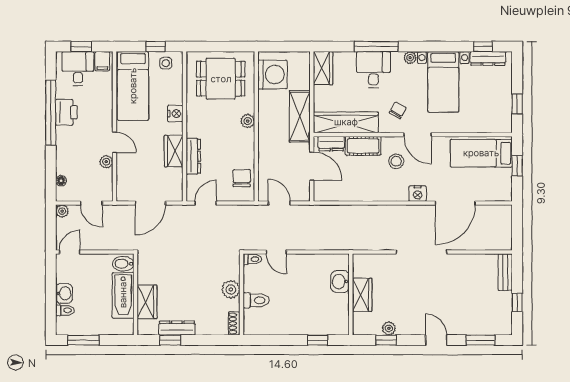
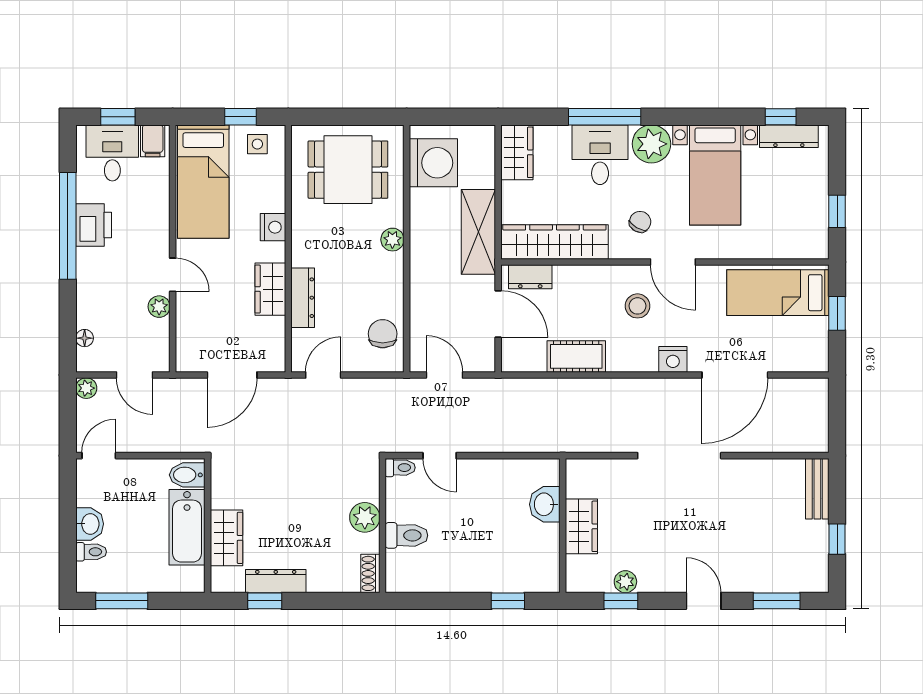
plant: (410, 58) -> (651, 144), width x1.88, depth x1.88
cot: (363, 146) -> (576, 356), moved

